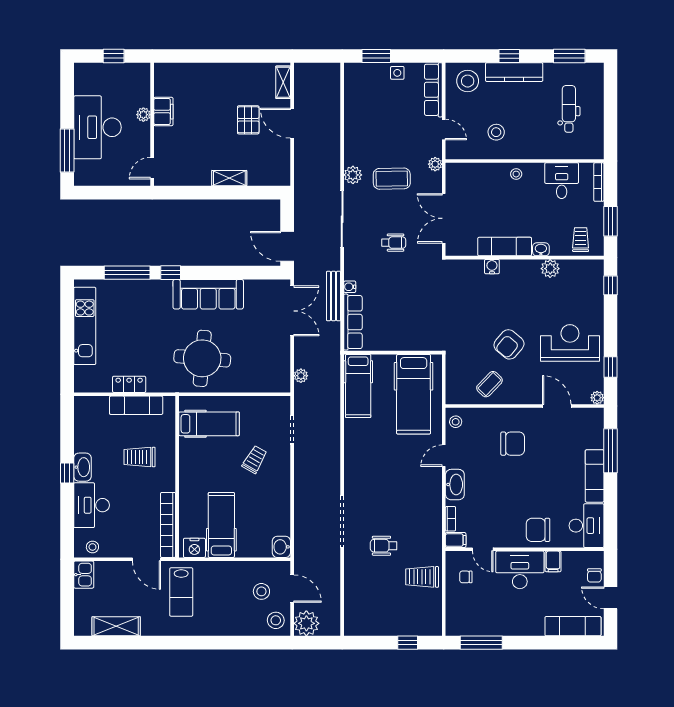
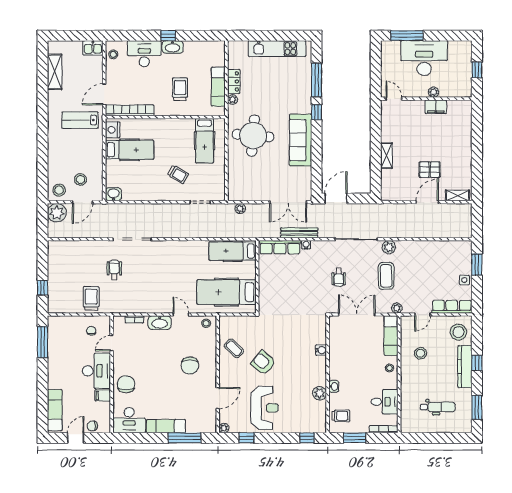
exam couch: (505, 247) -> (391, 336), moved, turned 180
plant: (153, 386) -> (233, 100), added
filing cabinet: (456, 540) -> (118, 323), removed

